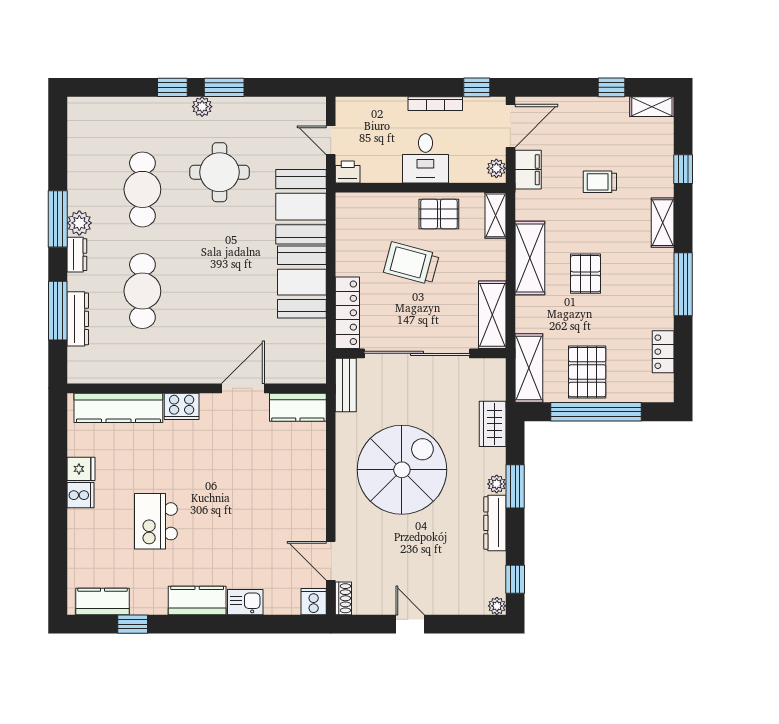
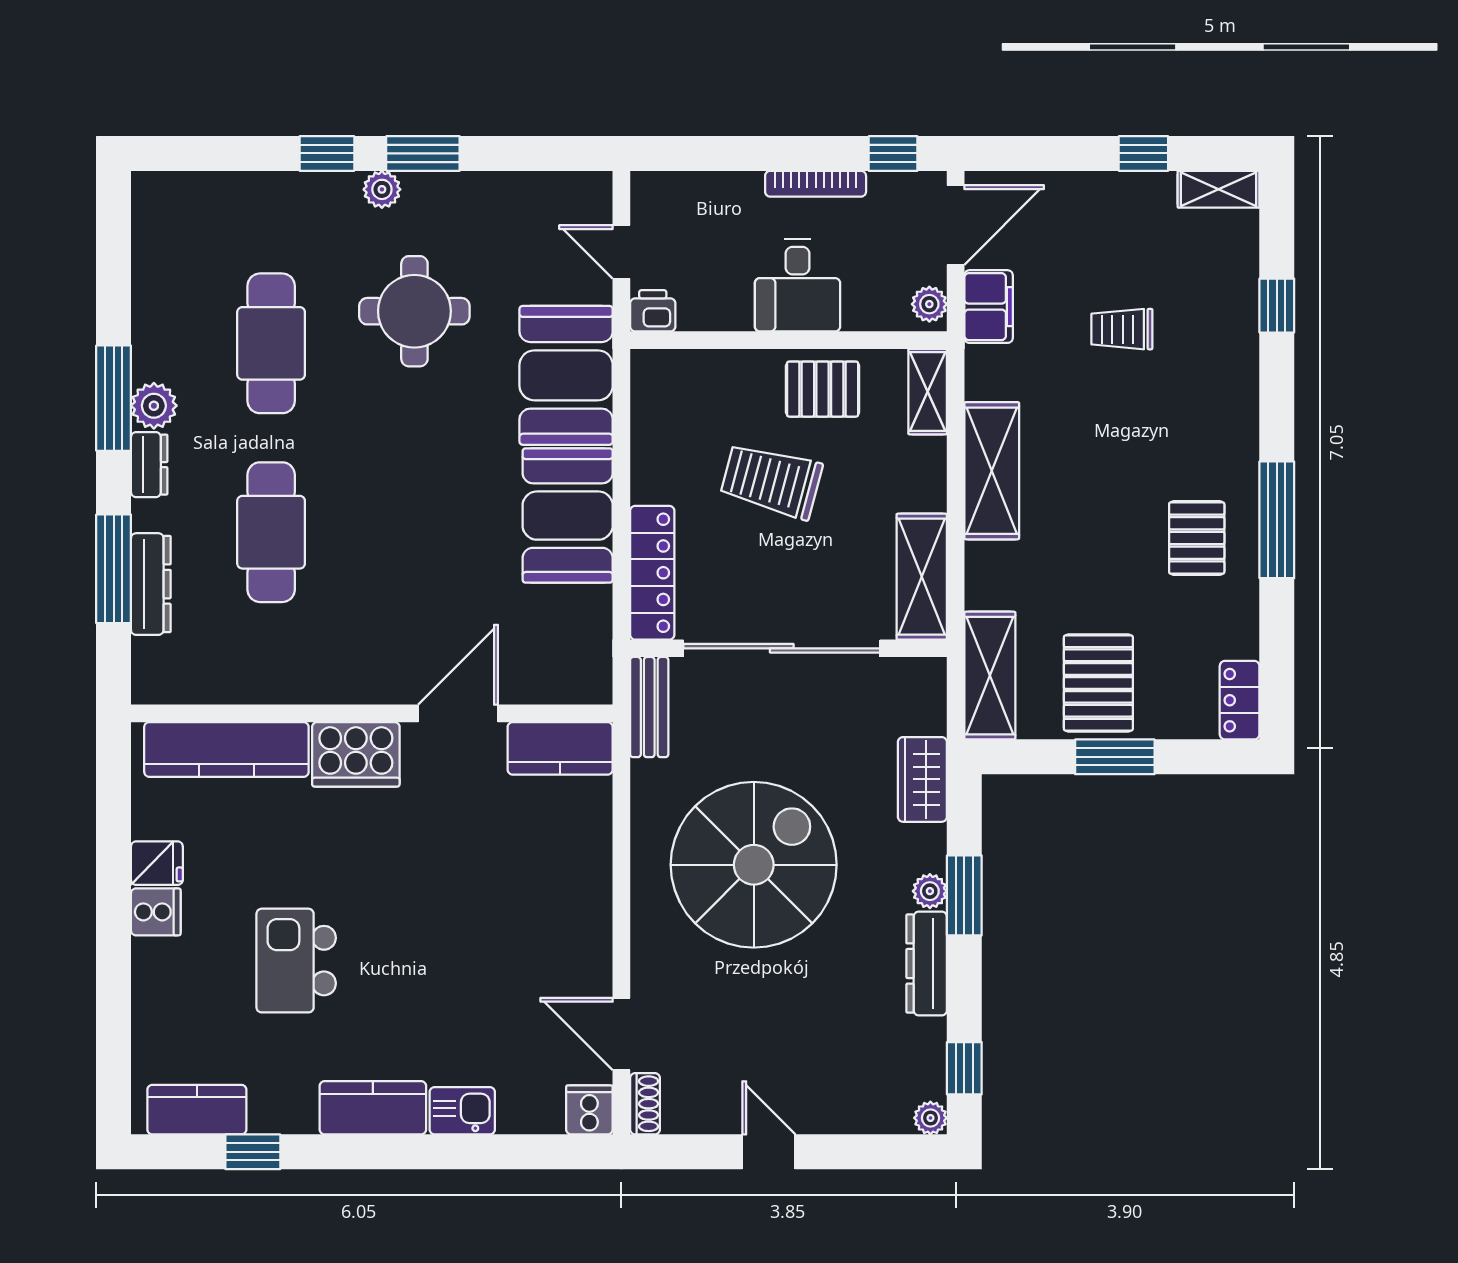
shelving: (663, 223) -> (1239, 405), removed
pallet: (586, 274) -> (1197, 538), moved
locker: (663, 352) -> (1240, 700), moved
cooker: (182, 406) -> (356, 754), width x1.37, depth x1.31
window: (596, 412) -> (1115, 757), width x0.47

